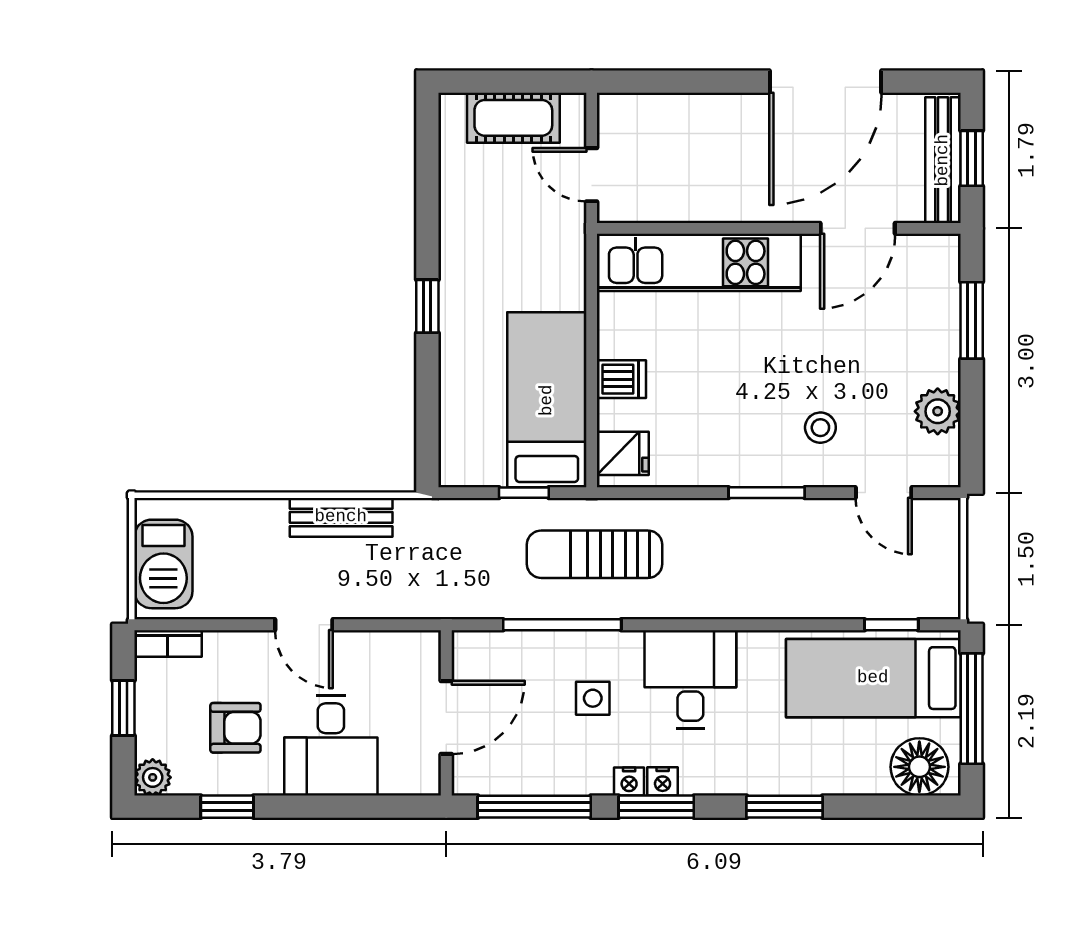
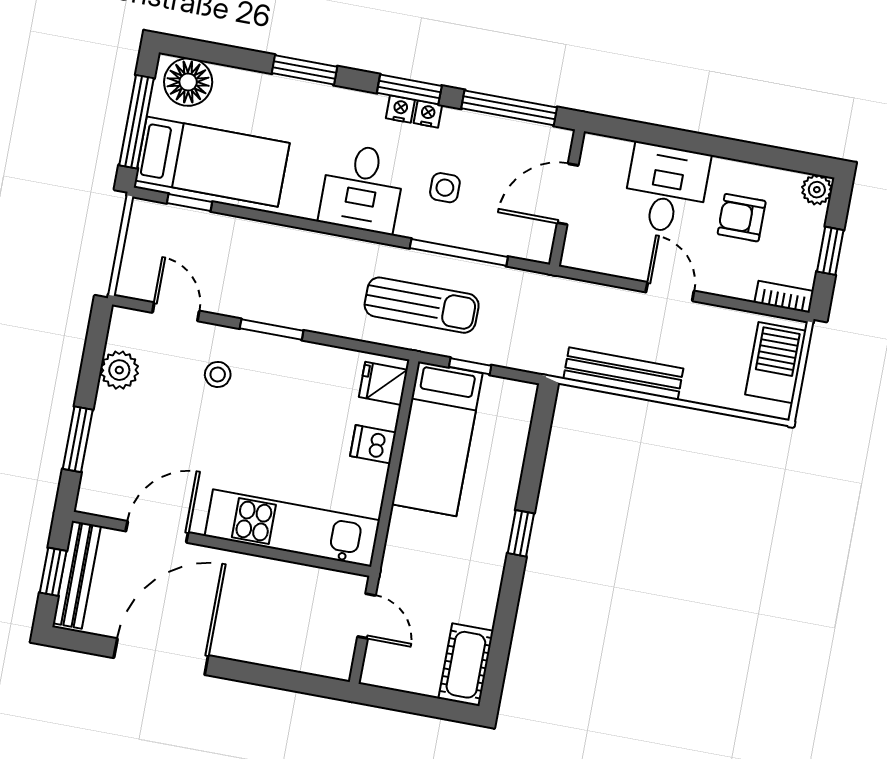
cot: (513, 118) -> (466, 665), moved, turned 90
bench: (341, 517) -> (623, 374), width x1.36
window: (227, 807) -> (760, 154), removed

